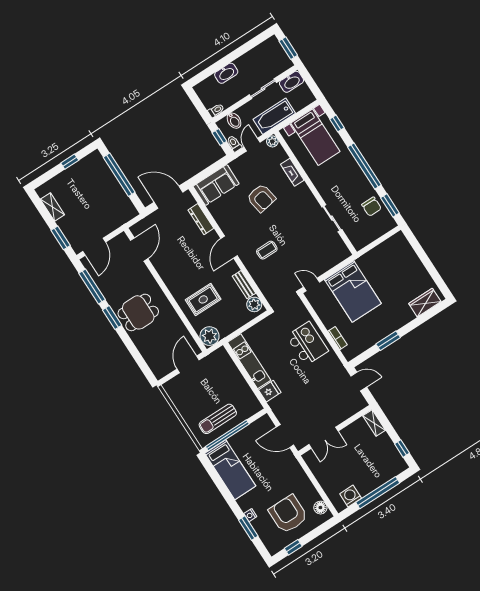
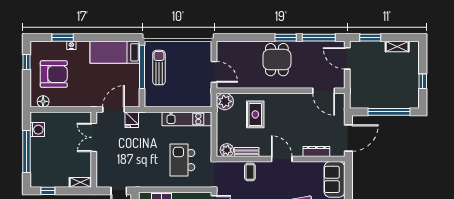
coffee table: (267, 250) -> (250, 172), moved
kitchen island: (307, 343) -> (182, 160), moved, turned 90
fridge: (270, 391) -> (132, 120), moved

